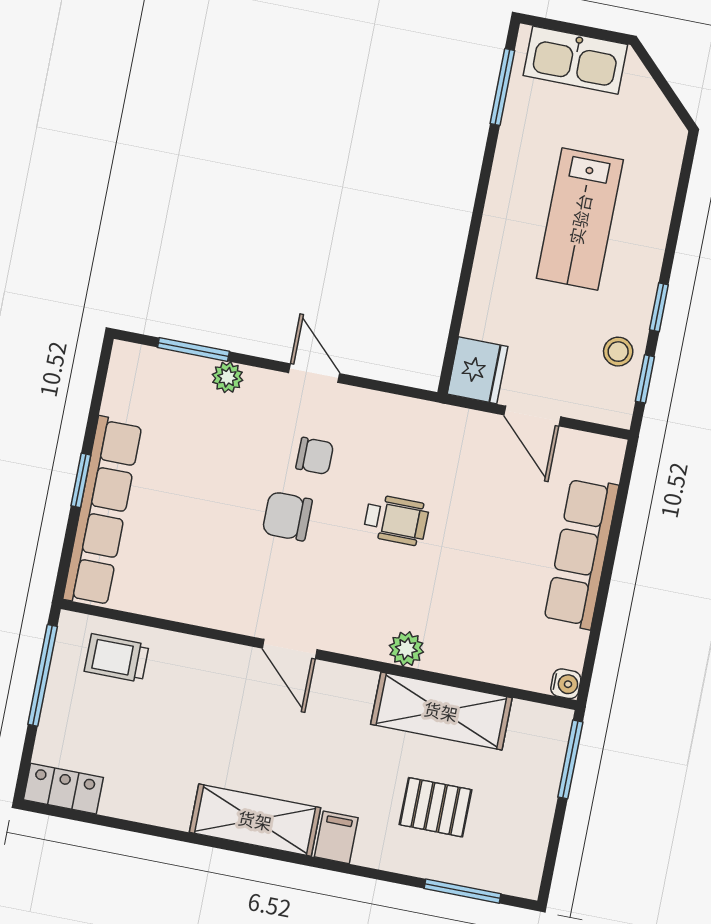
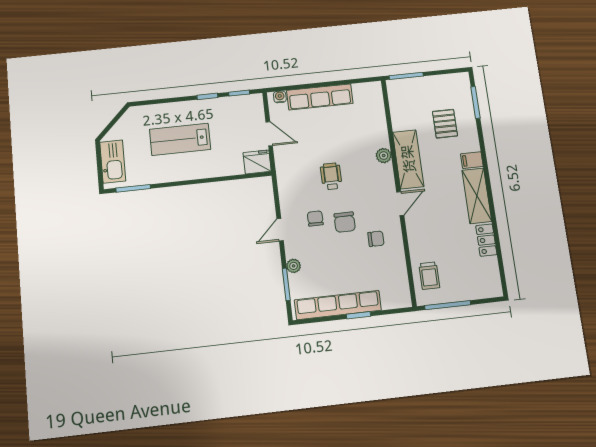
lab bench: (580, 219) -> (180, 139), turned 180
stool: (618, 352) -> (231, 107), removed
door: (532, 416) -> (269, 134), hinge flipped
row of seats: (103, 512) -> (338, 305), moved
chair: (230, 571) -> (376, 239), added
water cooler: (566, 684) -> (280, 97), moved
shelving: (441, 711) -> (408, 159), moved
locker: (63, 789) -> (486, 240), moved

